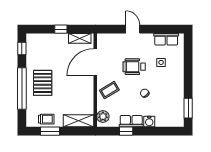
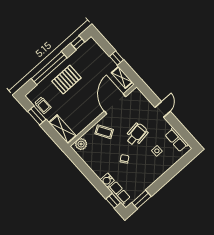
door: (95, 62) -> (115, 104), hinge flipped
wheelchair: (134, 67) -> (137, 134), turned 82
row of seats: (131, 121) -> (119, 193), moved
window: (126, 131) -> (113, 201), moved

